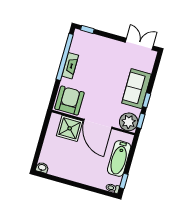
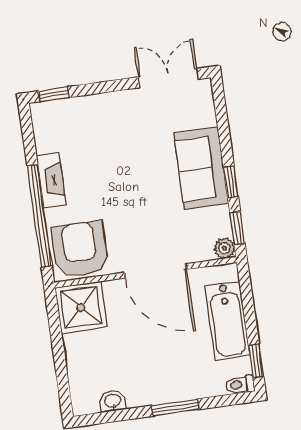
window: (65, 57) -> (39, 216), moved
plant: (129, 122) -> (225, 248), width x0.53, depth x0.53
shower: (70, 128) -> (81, 307), moved
washbasin: (42, 168) -> (113, 401), moved
window: (81, 186) -> (176, 408), added

